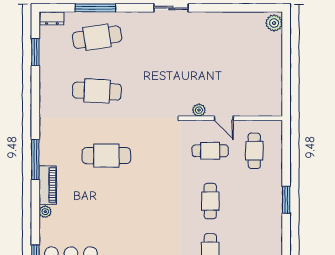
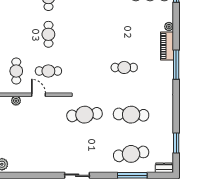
cafe table: (161, 91) -> (85, 115), added
plant: (199, 110) -> (16, 101), moved
cafe table: (106, 156) -> (124, 67), width x0.73, depth x0.74

